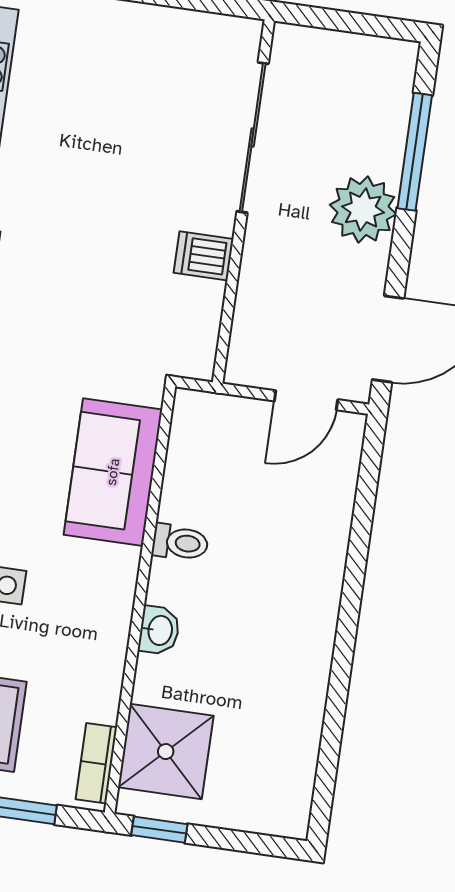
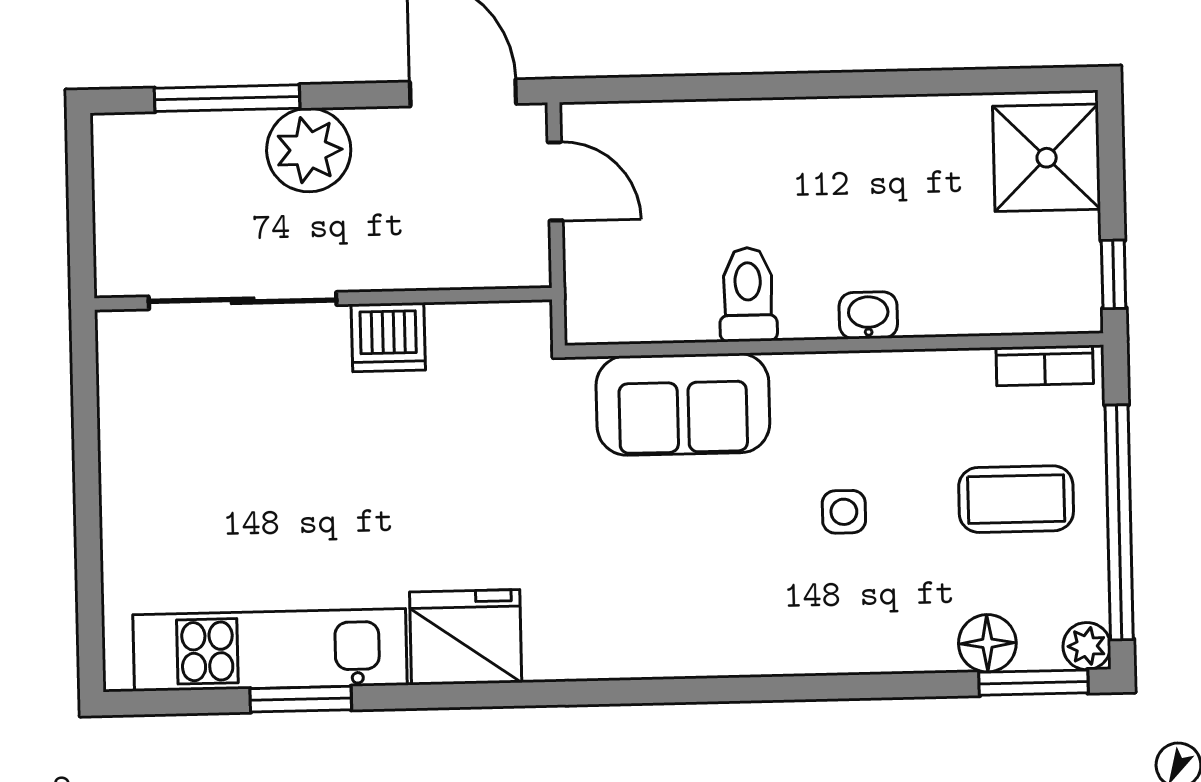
dishwasher: (204, 256) -> (388, 337), width x1.38
toilet: (180, 543) -> (748, 294), width x1.37, depth x1.39
shower: (166, 752) -> (1047, 158), moved

